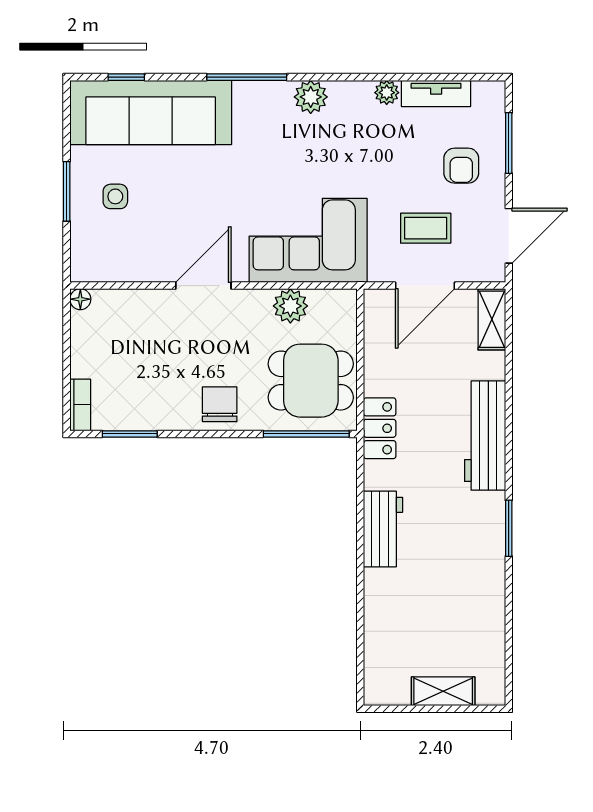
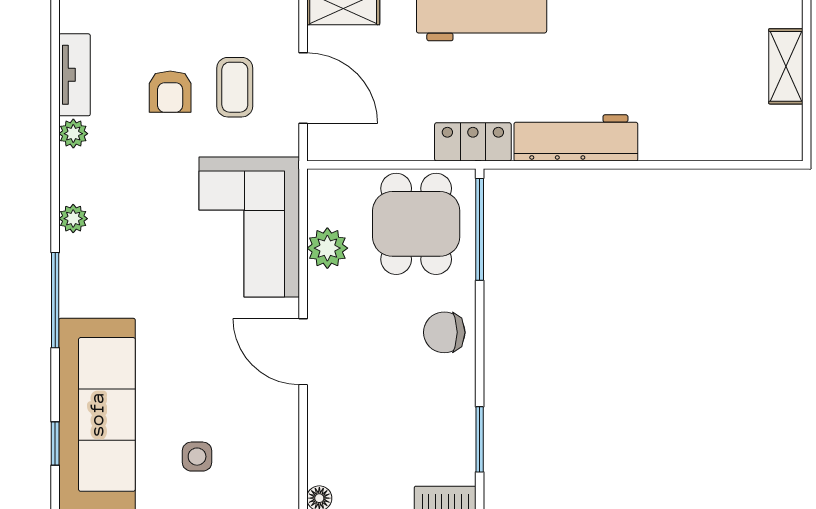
plant: (311, 97) -> (73, 219), width x0.73, depth x0.73
armchair: (461, 166) -> (170, 92), moved, turned 90
workbench: (383, 529) -> (576, 138), width x1.38

